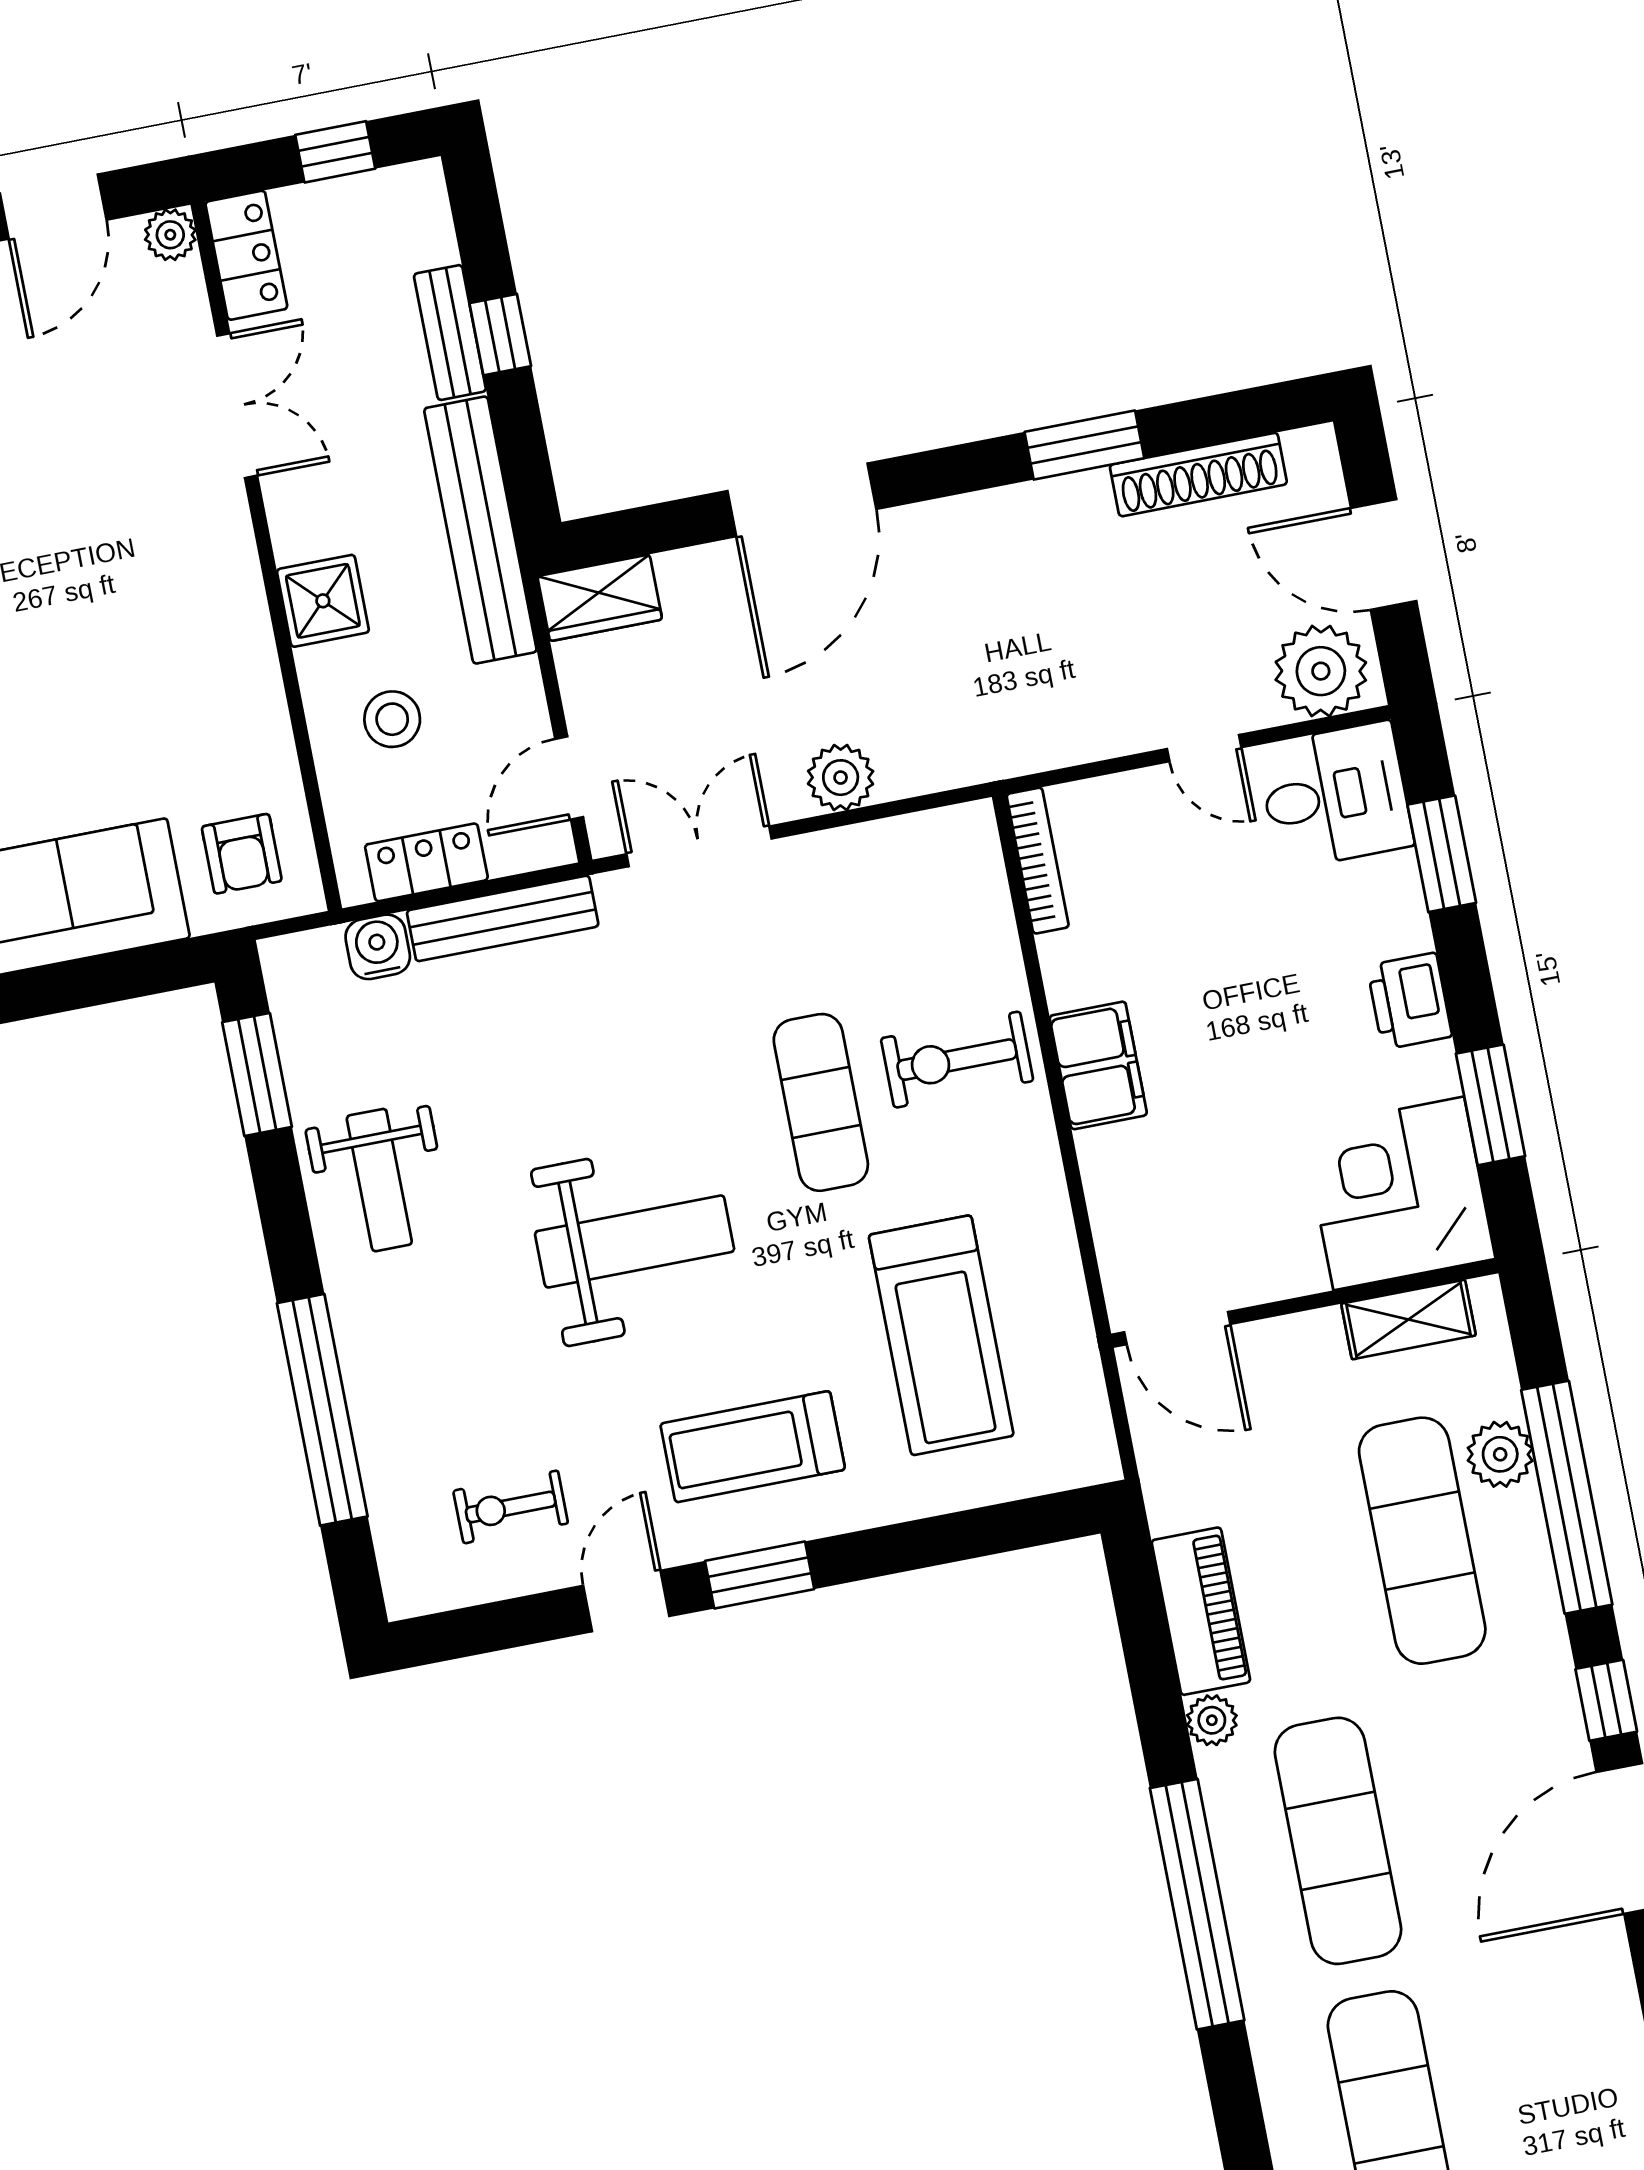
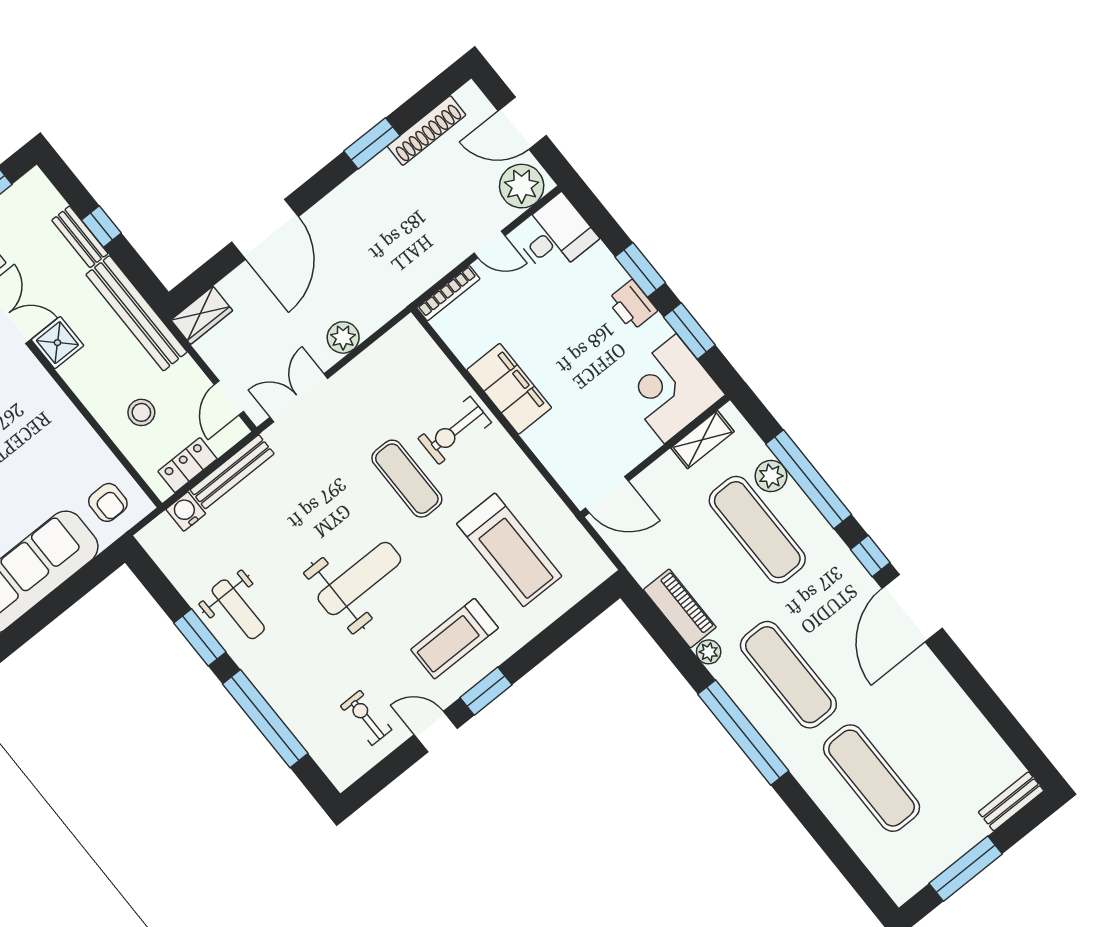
shower: (323, 601) -> (57, 343), moved
window: (1442, 854) -> (640, 270), moved
bookcase: (1038, 861) -> (448, 293), moved, turned 90
filing cabinet: (1098, 1065) -> (509, 389), width x1.50, depth x1.17
window: (257, 1074) -> (200, 637), moved
exercise bike: (511, 1507) -> (366, 718), turned 90
door: (626, 1601) -> (436, 732), hinge flipped

